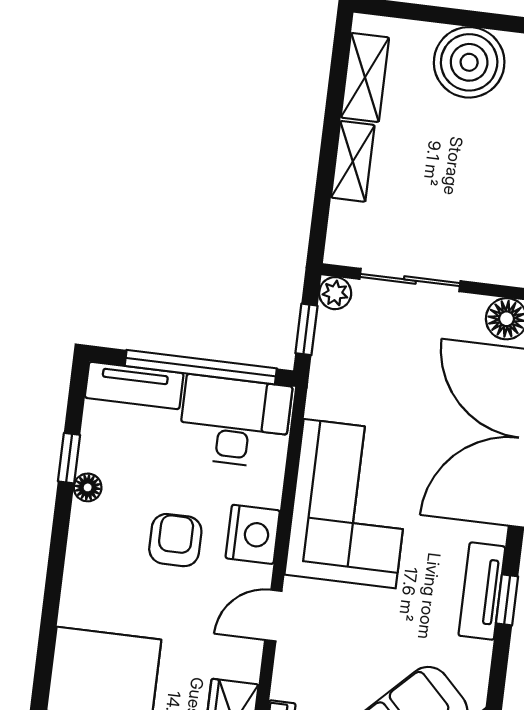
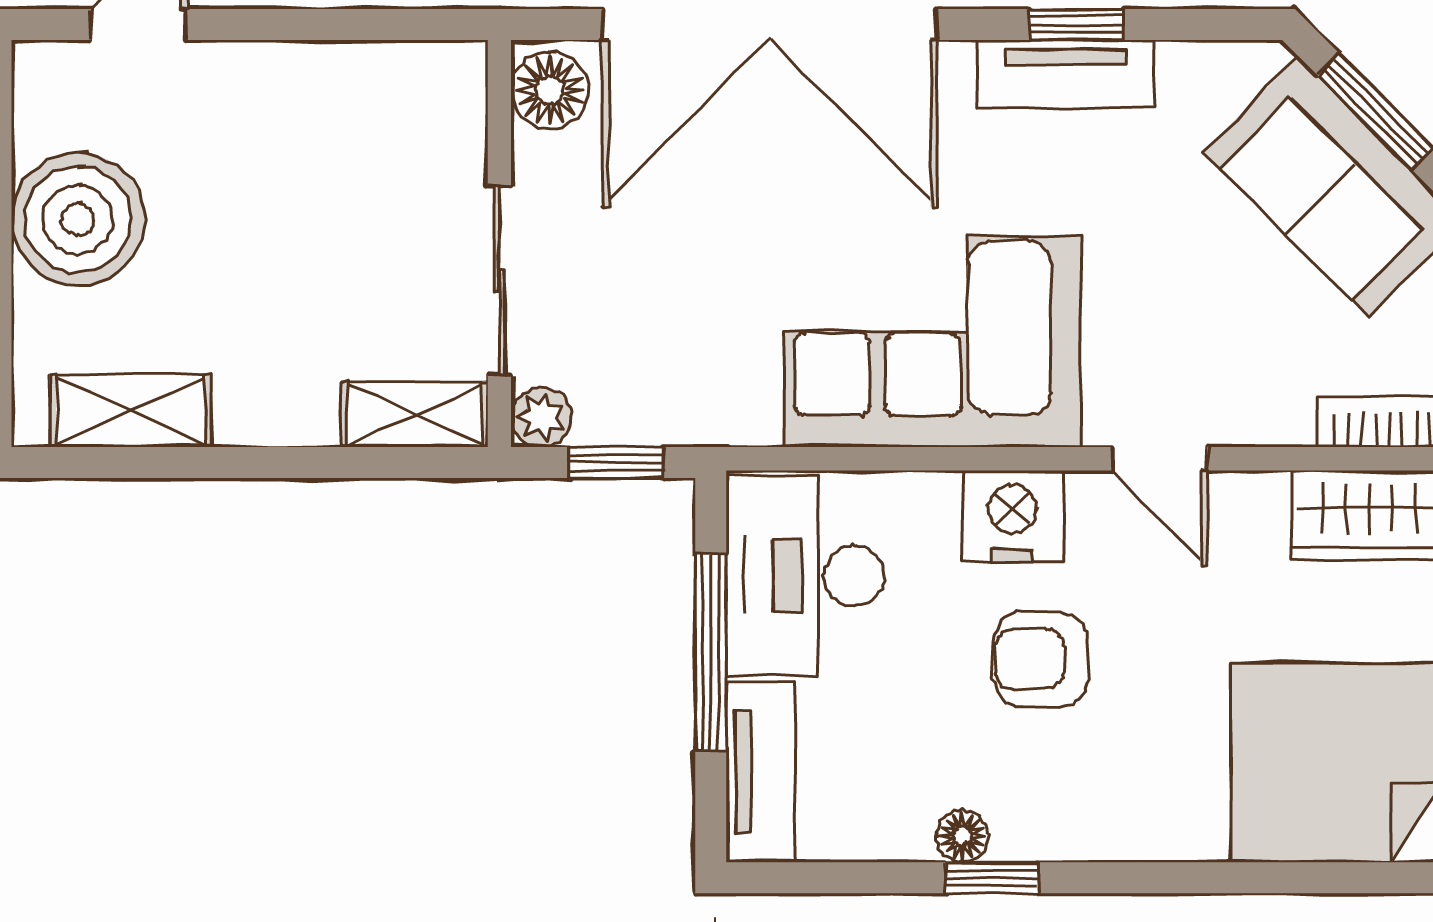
shelving: (353, 161) -> (415, 414), moved
window: (201, 367) -> (711, 652), width x0.68
window: (69, 458) -> (992, 878), moved

